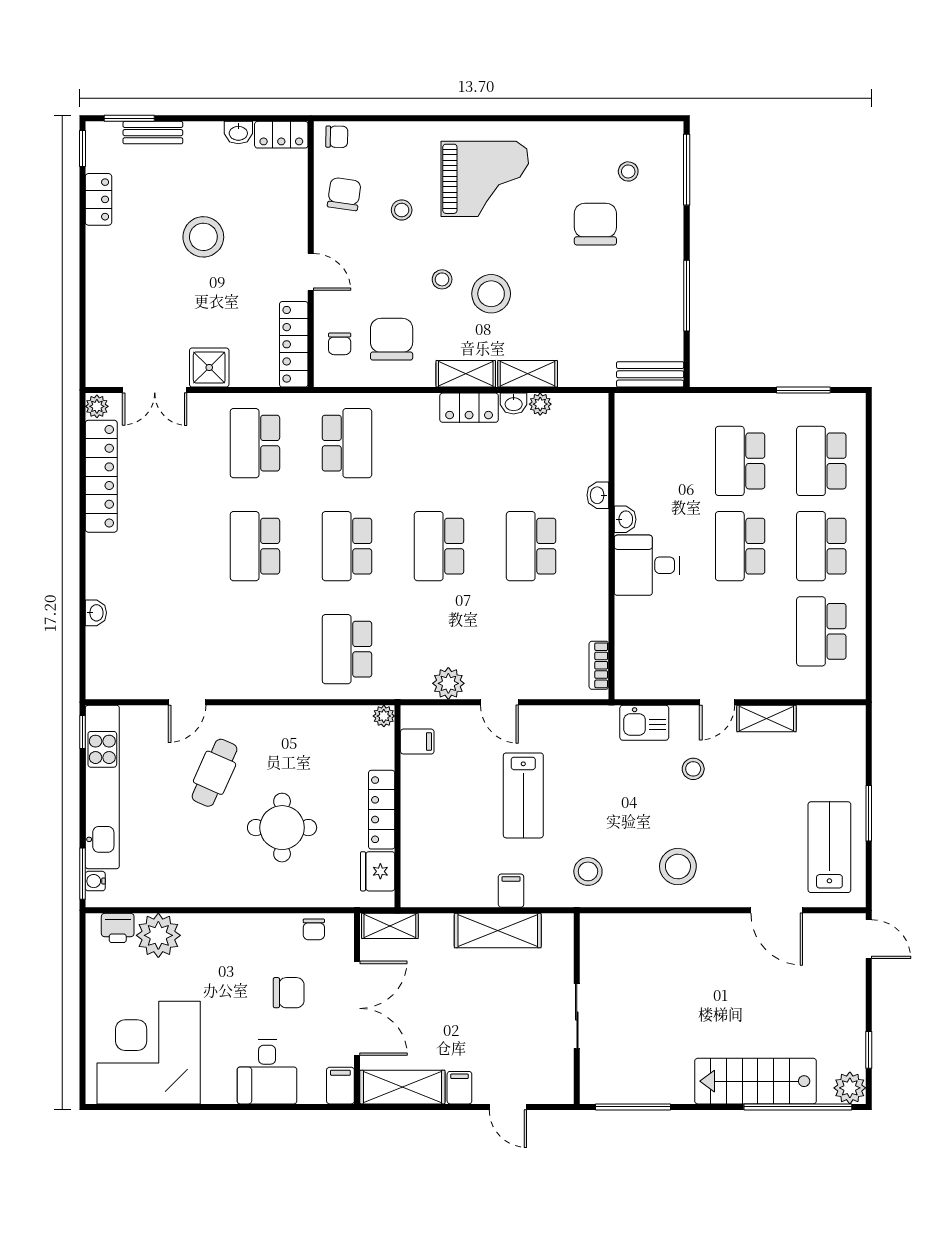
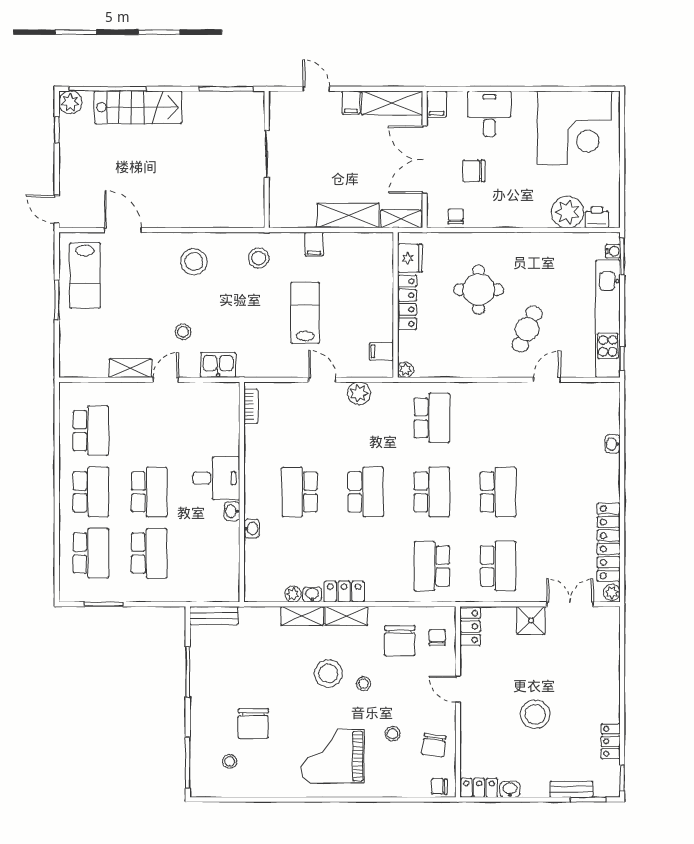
locker: (294, 344) -> (470, 626), width x0.66
school desk: (531, 546) -> (300, 492), turned 180
shelving: (498, 931) -> (348, 216), moved

